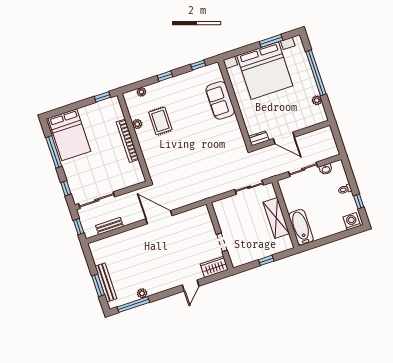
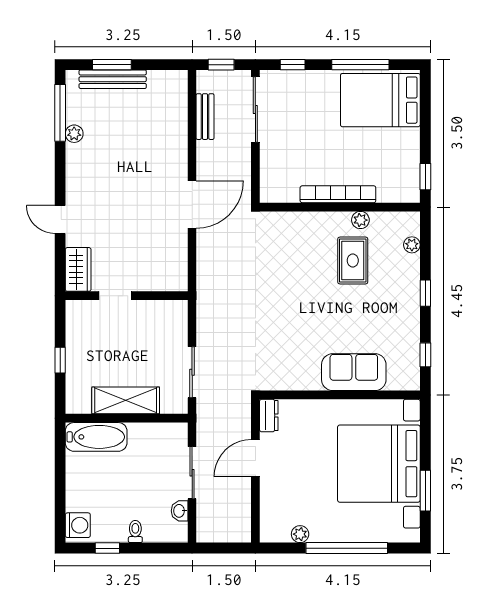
rug: (160, 121) -> (353, 260), turned 90

